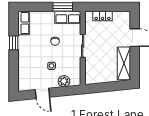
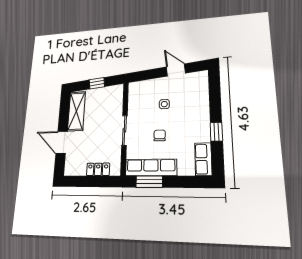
row of seats: (68, 17) -> (151, 167), width x1.48
plant: (64, 81) -> (149, 86), removed
window: (108, 87) -> (97, 83), added

